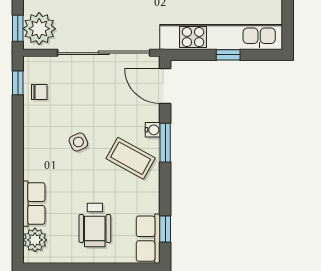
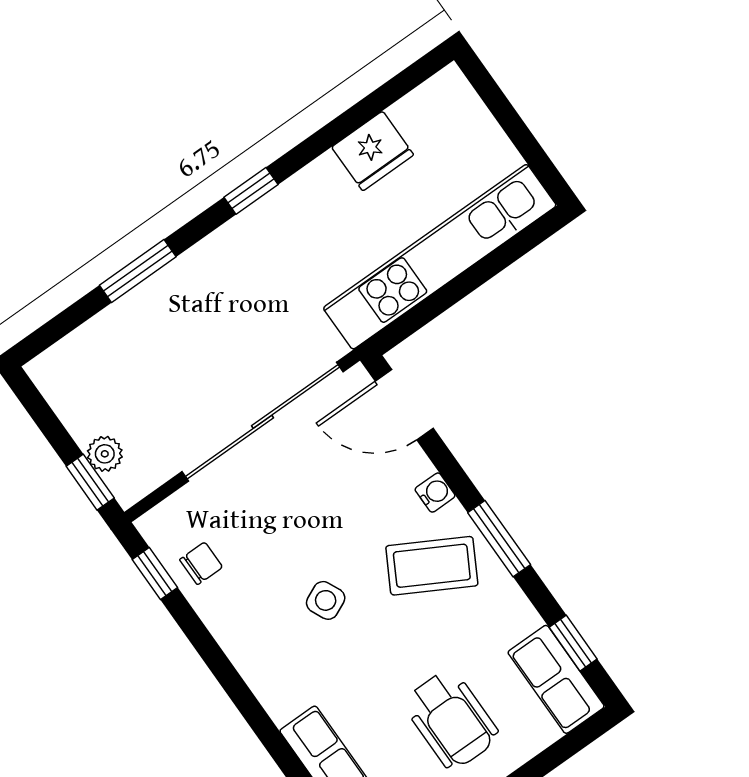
plant: (39, 29) -> (105, 454), width x0.53, depth x0.53
window: (228, 55) -> (472, 278), removed
window: (165, 143) -> (499, 539), moved

